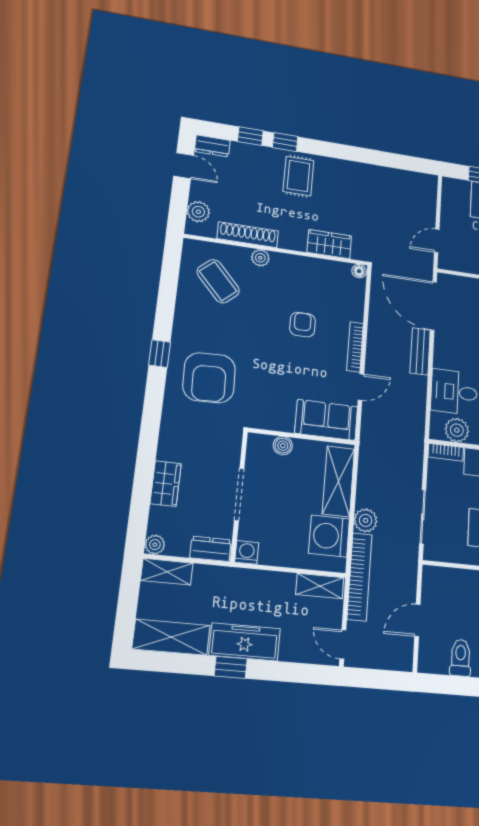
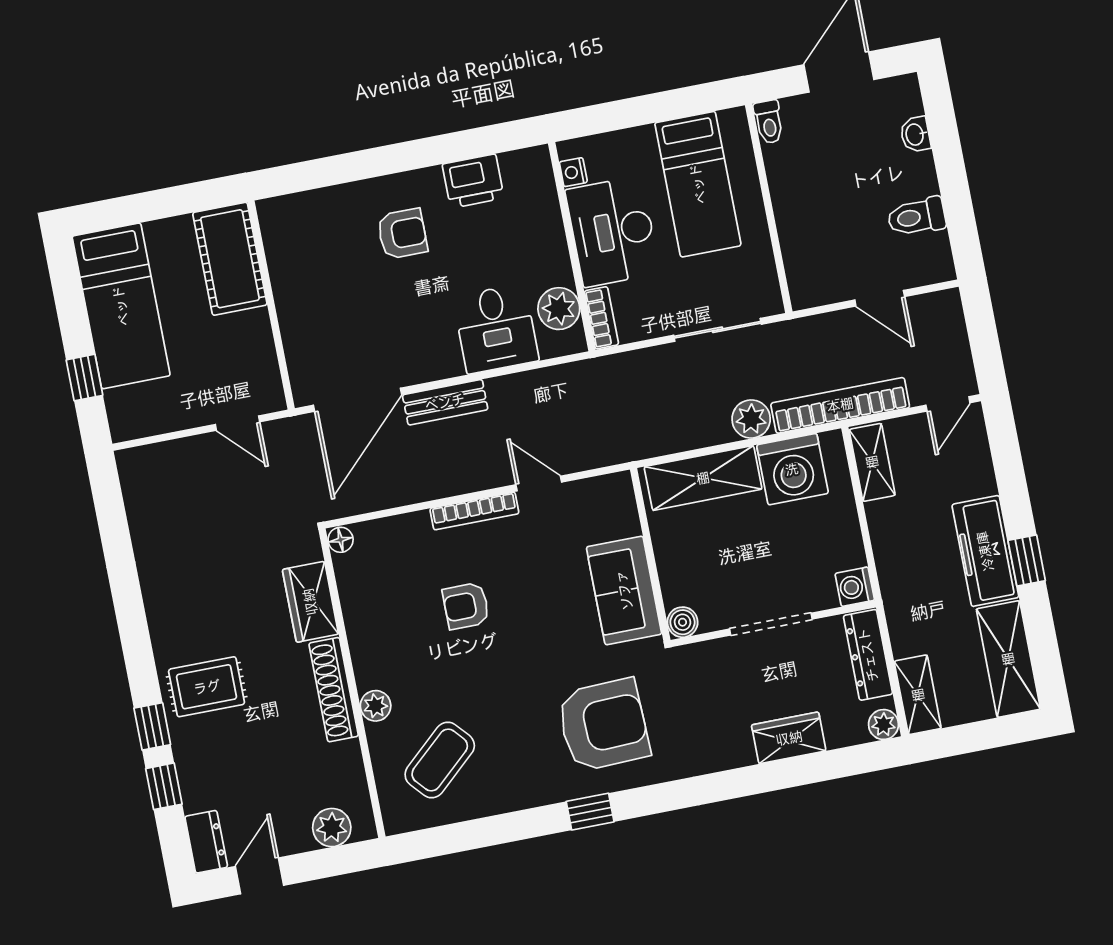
shoe rack: (248, 235) -> (334, 690), moved
sofa: (326, 420) -> (624, 590), moved
boiler: (283, 446) -> (683, 622), moved
dresser: (210, 549) -> (868, 655), width x1.44

